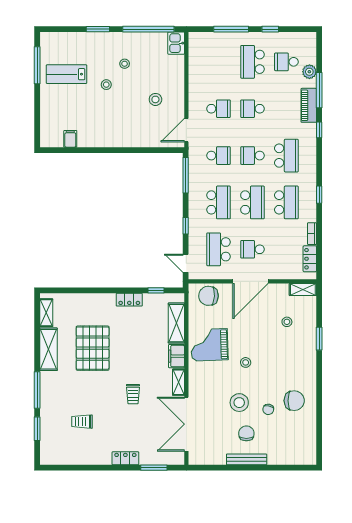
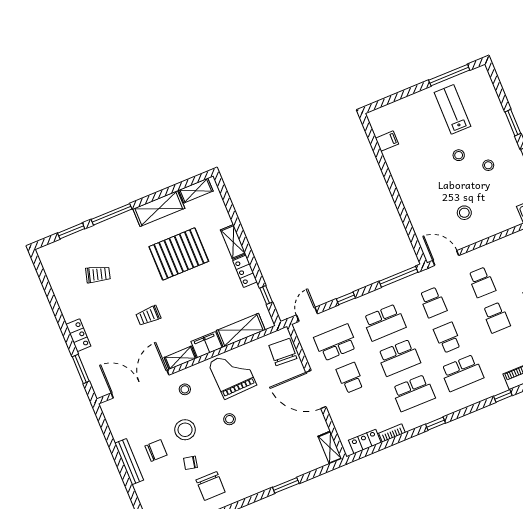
school desk: (252, 109) -> (496, 318), turned 180
shelving: (101, 299) -> (233, 242), added
stool: (287, 322) -> (185, 389), moved
trolley: (82, 422) -> (98, 274), turned 106

